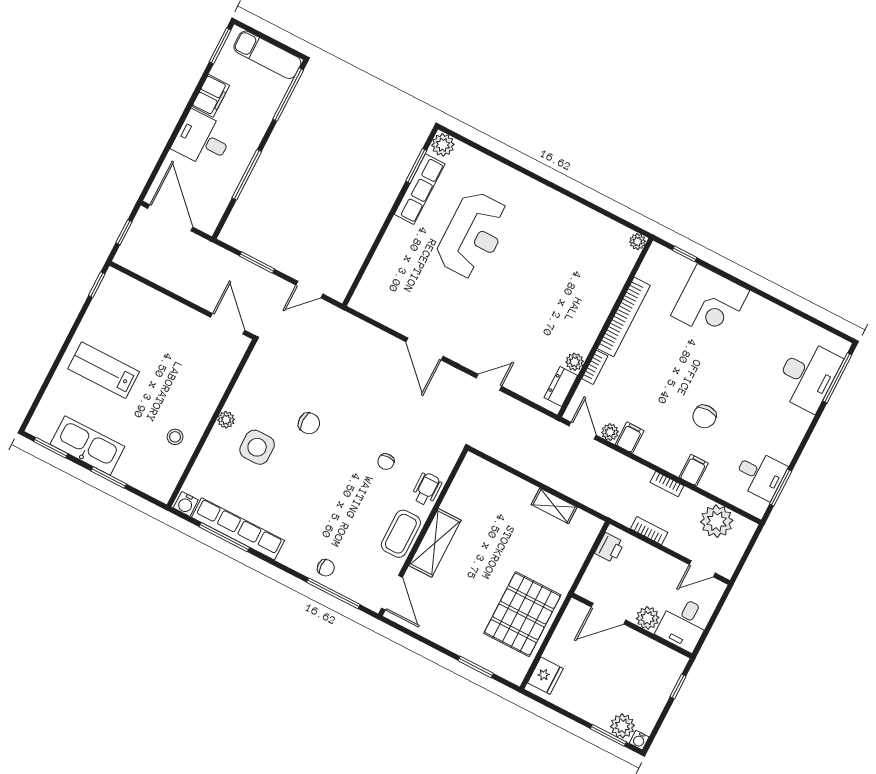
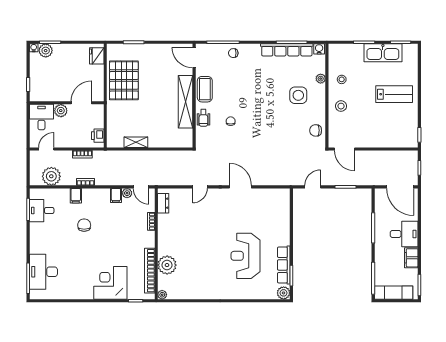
bookcase: (624, 317) -> (150, 271), moved
plant: (575, 362) -> (167, 265), moved, width x1.88, depth x1.88
stool: (198, 395) -> (341, 106), added
plant: (226, 420) -> (321, 79), moved
chair: (309, 423) -> (316, 130), moved
shelving: (435, 543) -> (186, 102), width x1.47

